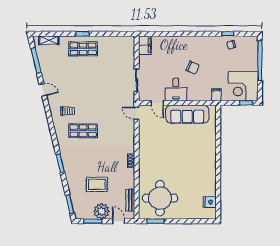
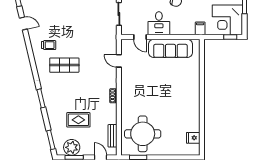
door: (137, 113) -> (119, 61), moved
plant: (101, 211) -> (72, 147), moved

